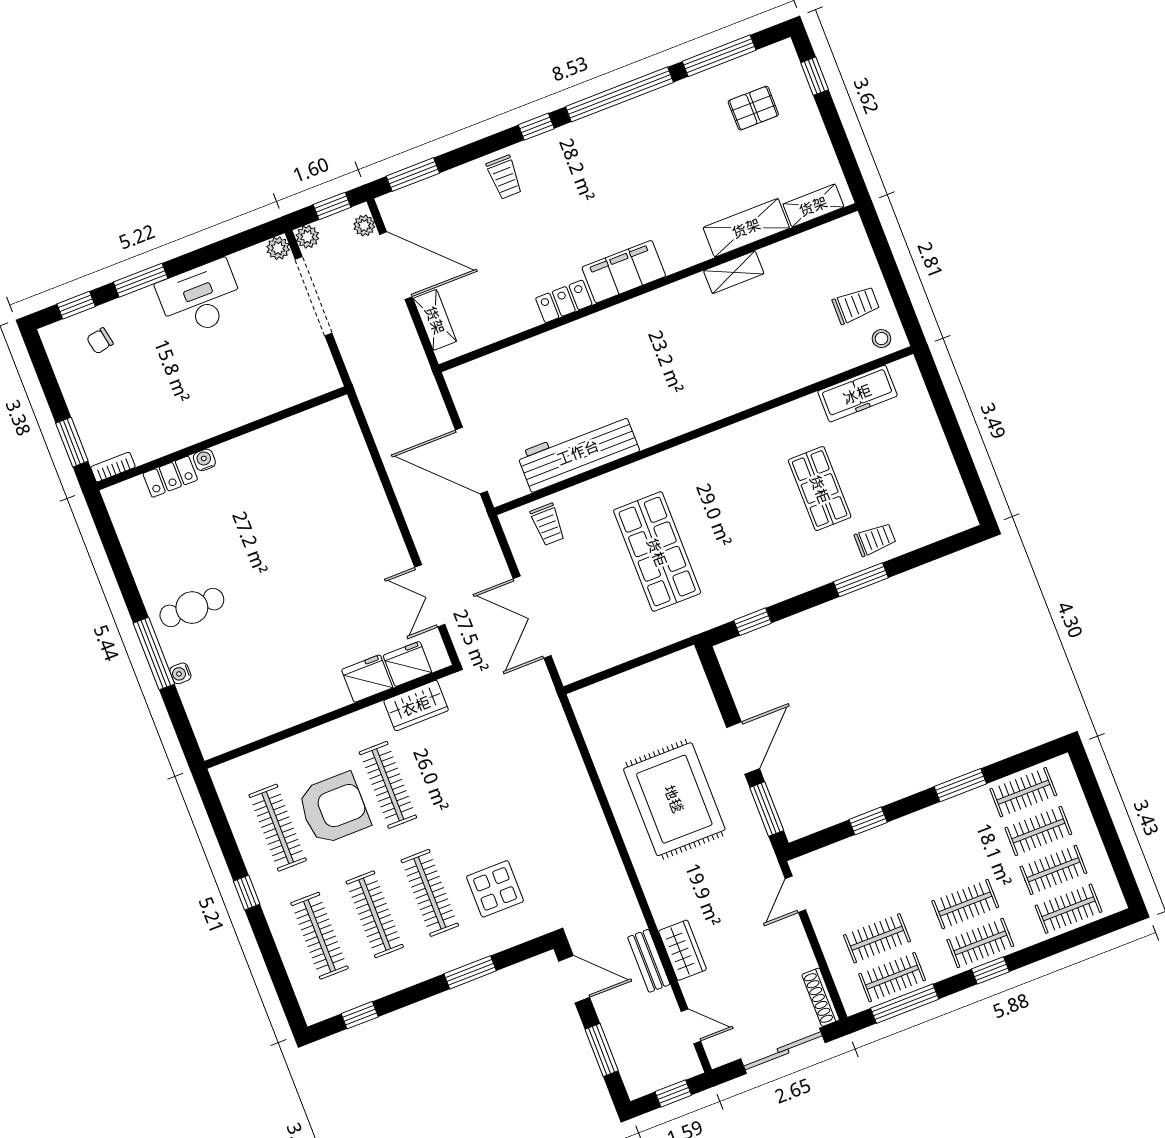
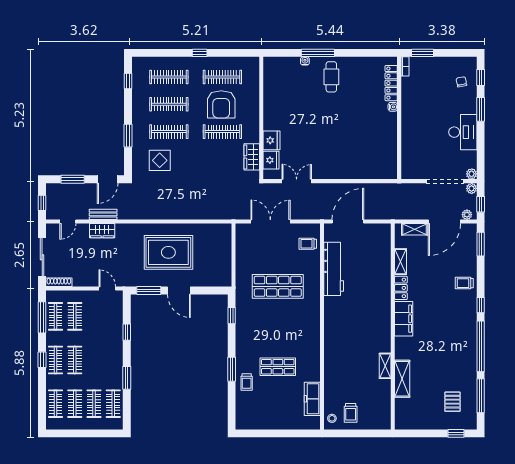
shelving: (813, 206) -> (401, 262), moved
locker: (170, 477) -> (391, 83), width x1.53

